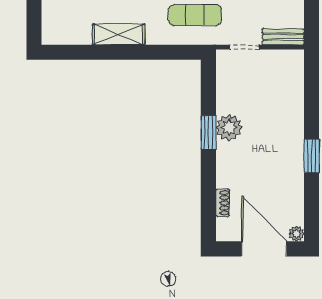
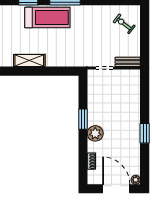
exercise mat: (195, 15) -> (75, 49), removed
plant: (229, 128) -> (95, 133), moved

